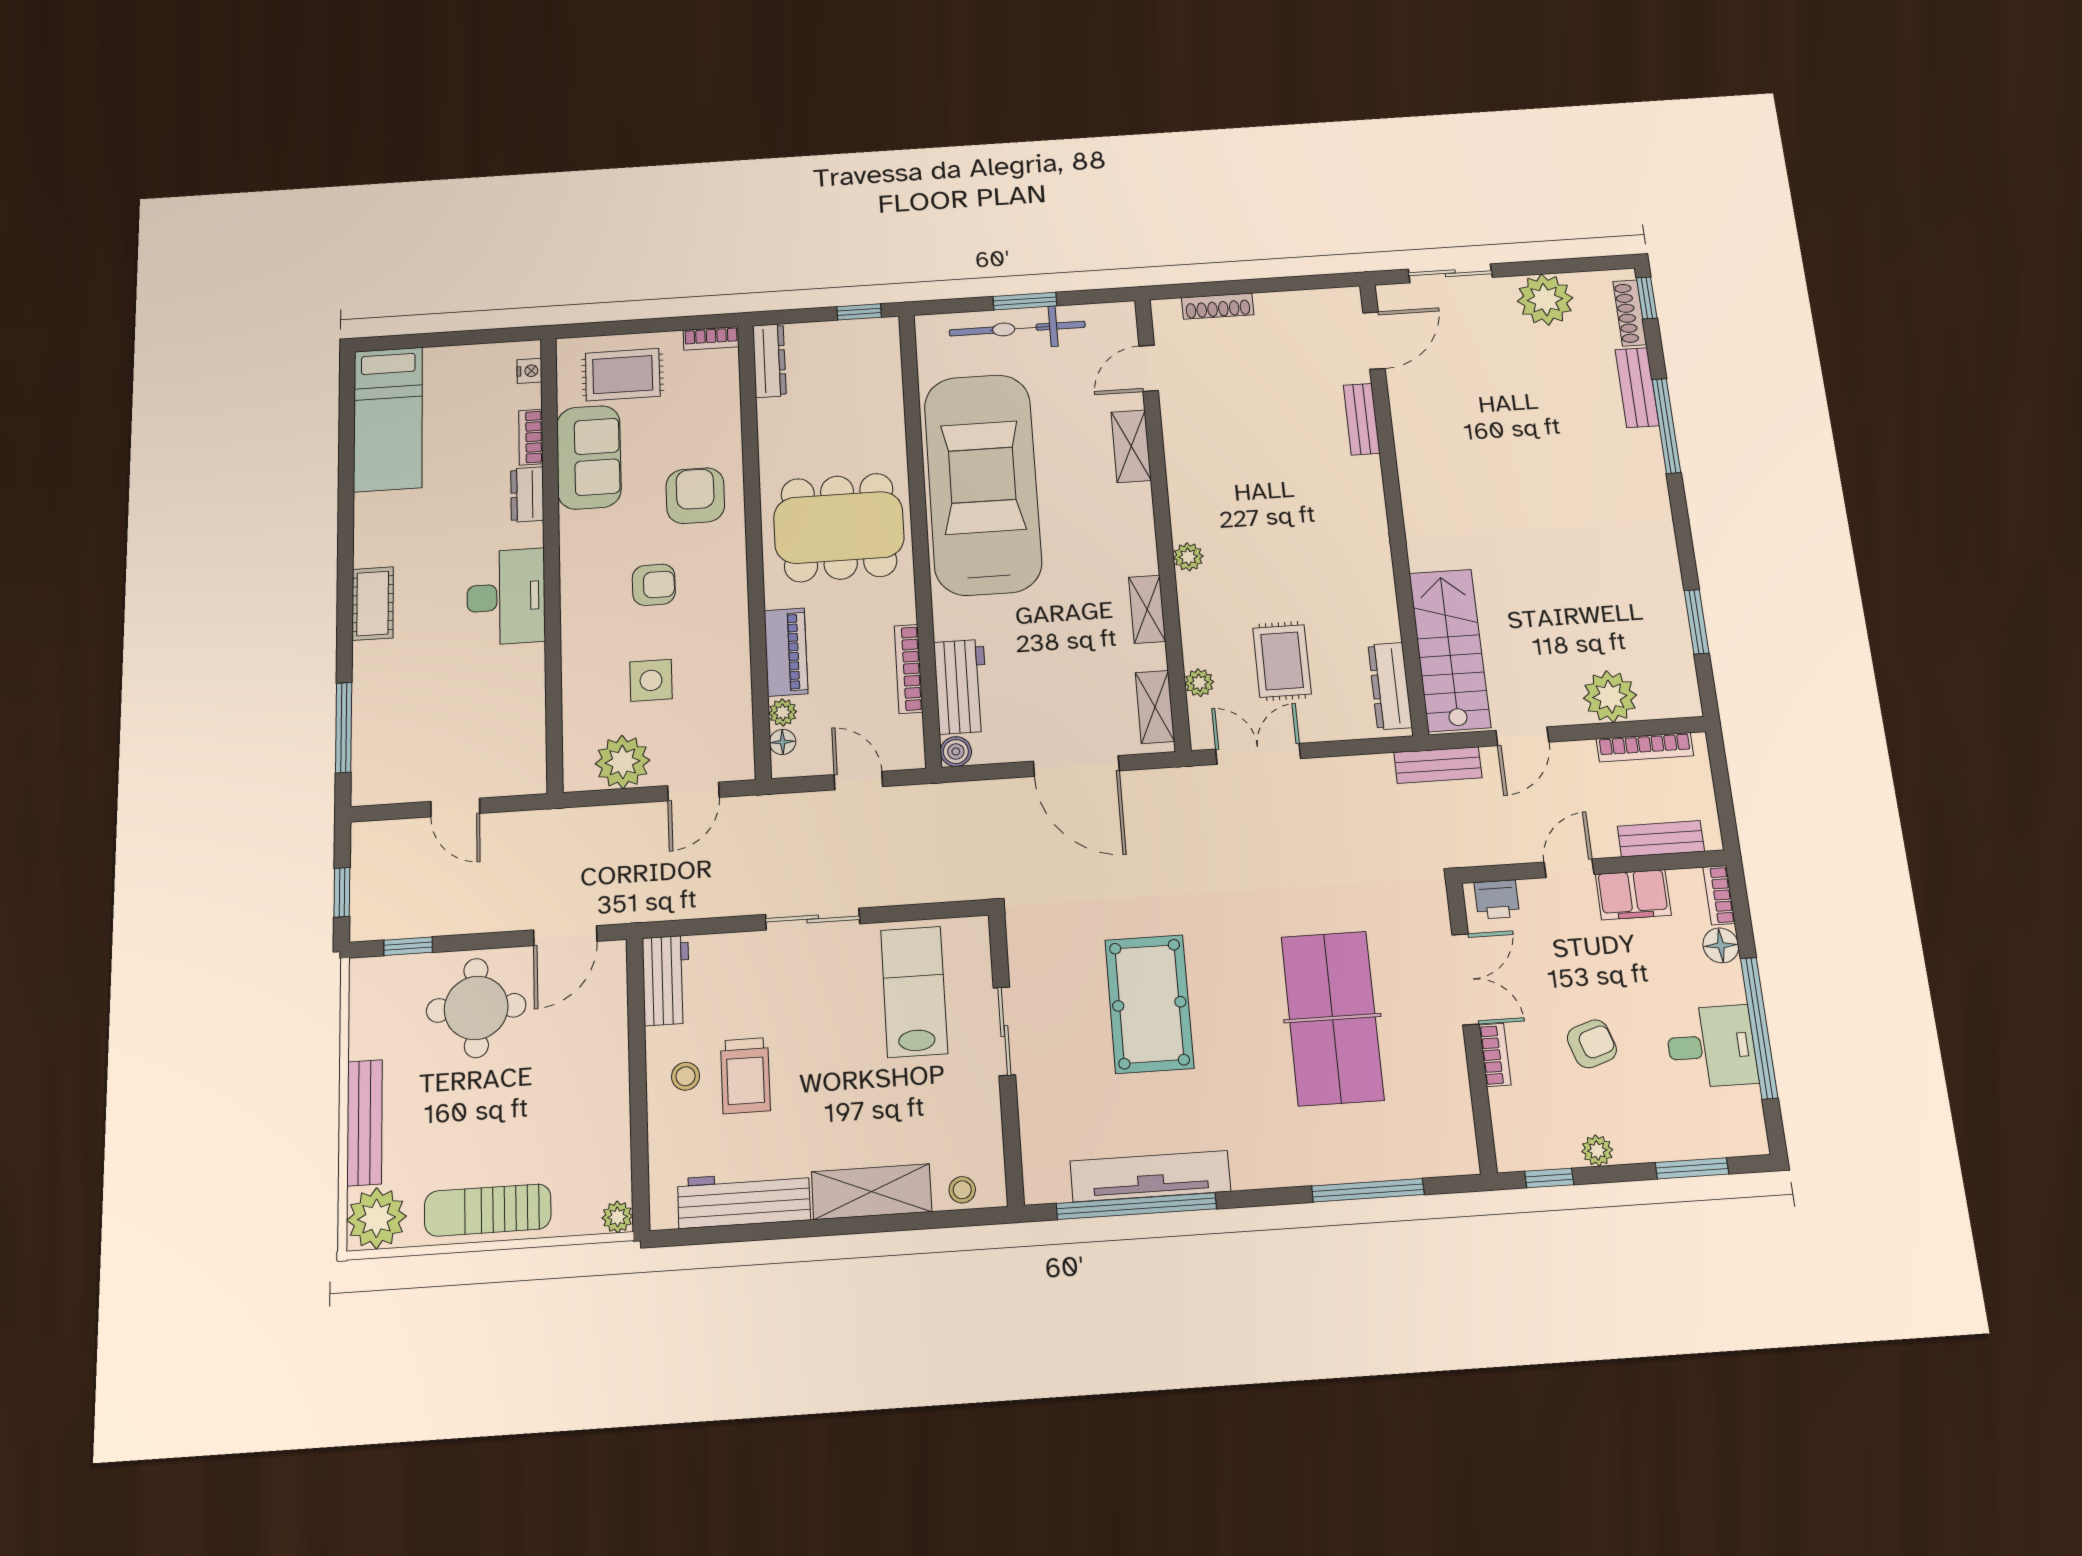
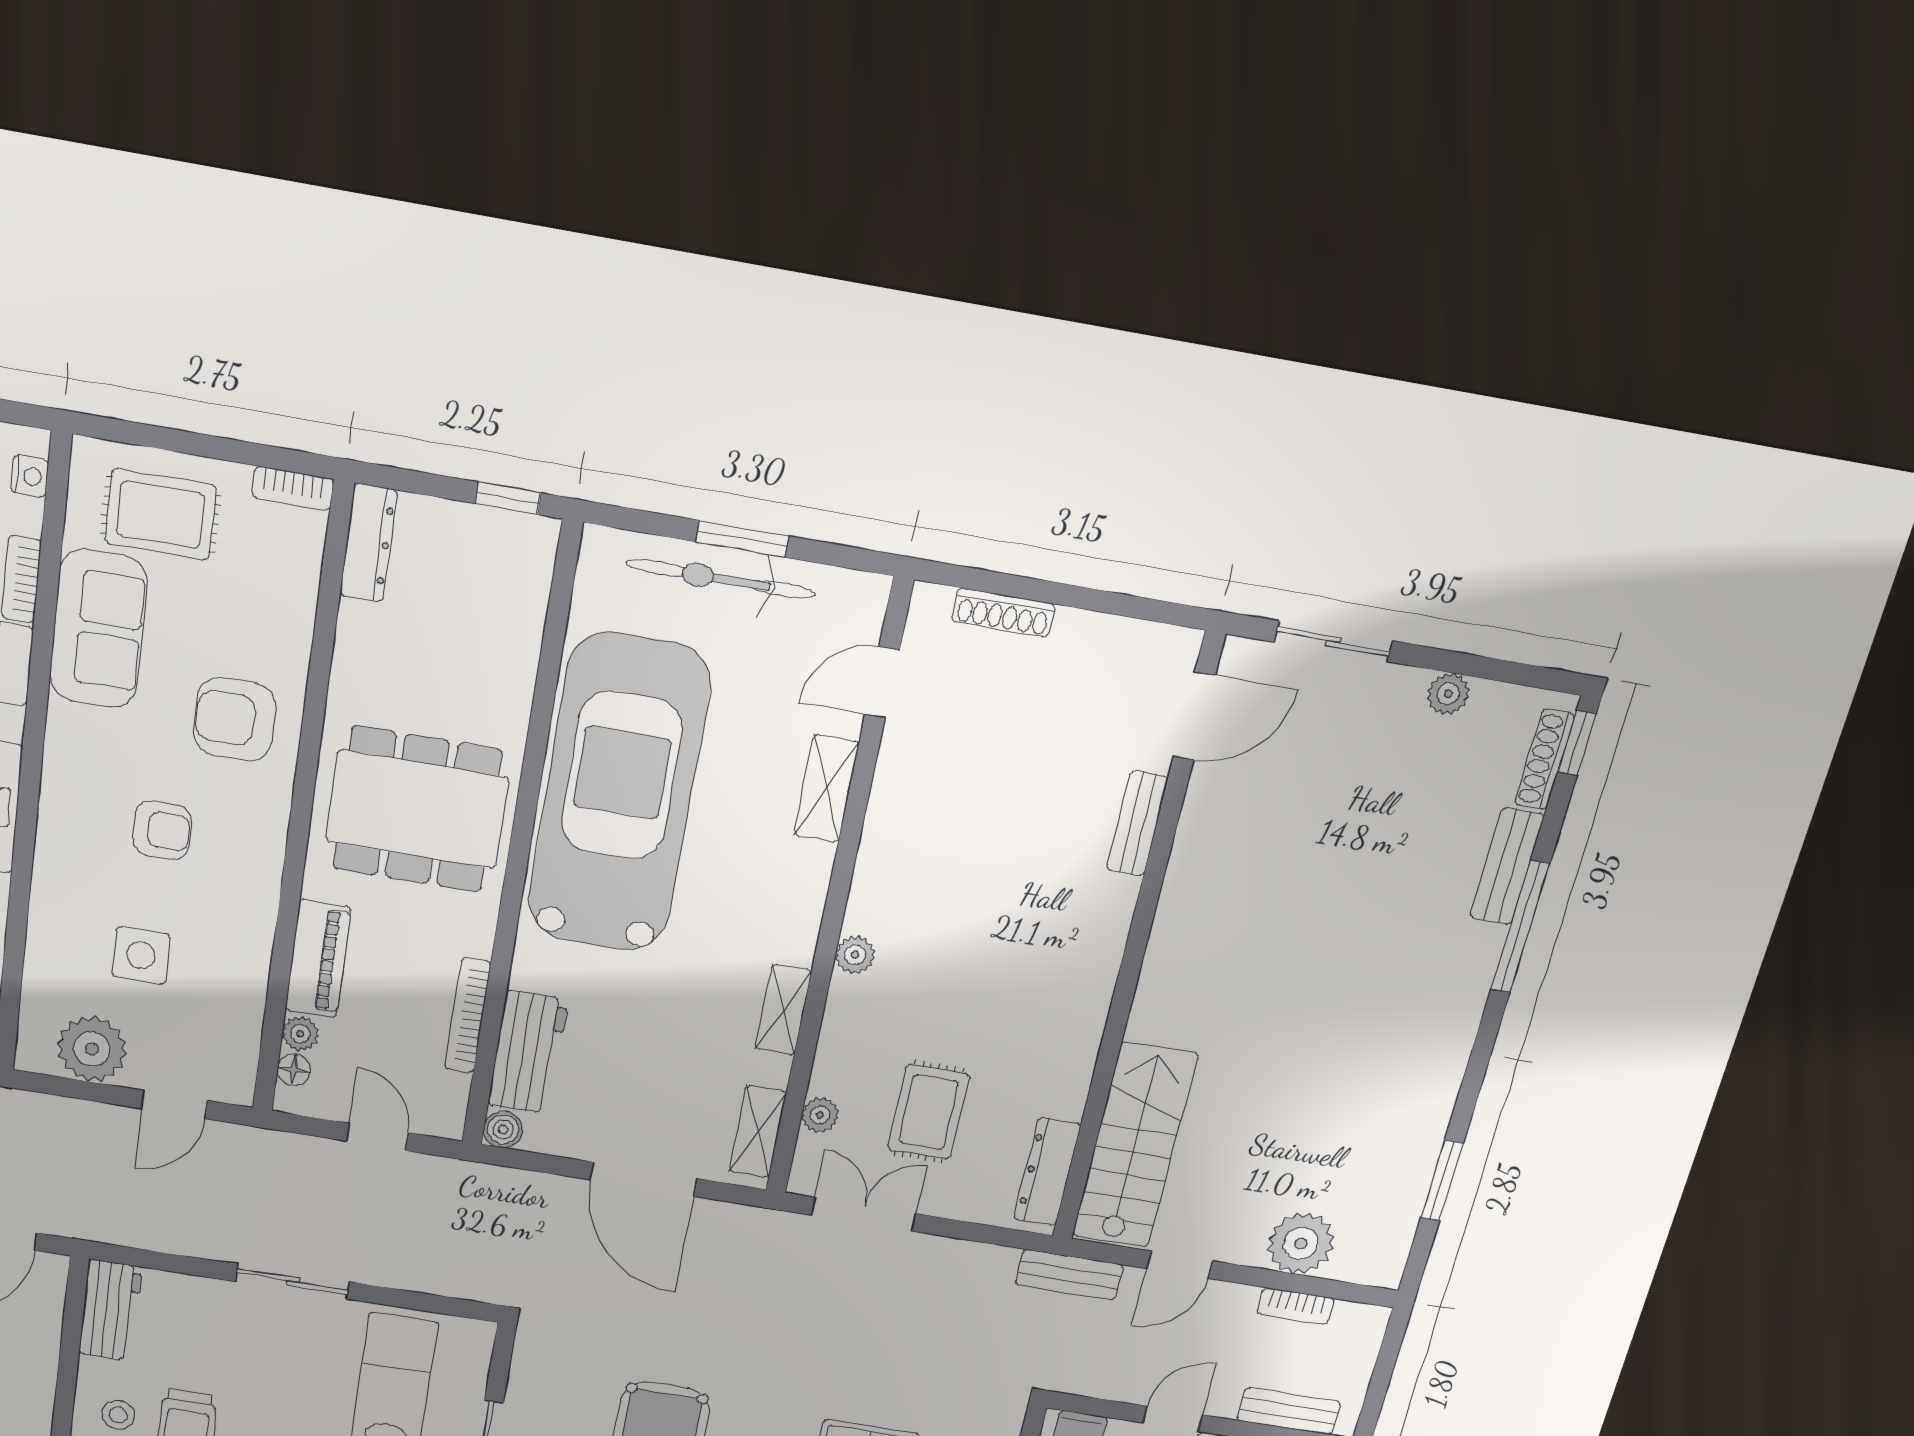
plant: (1545, 300) -> (1448, 694), width x0.53, depth x0.53
armchair: (695, 496) -> (235, 719), turned -90
bookcase: (1645, 747) -> (1296, 1306), width x0.64

